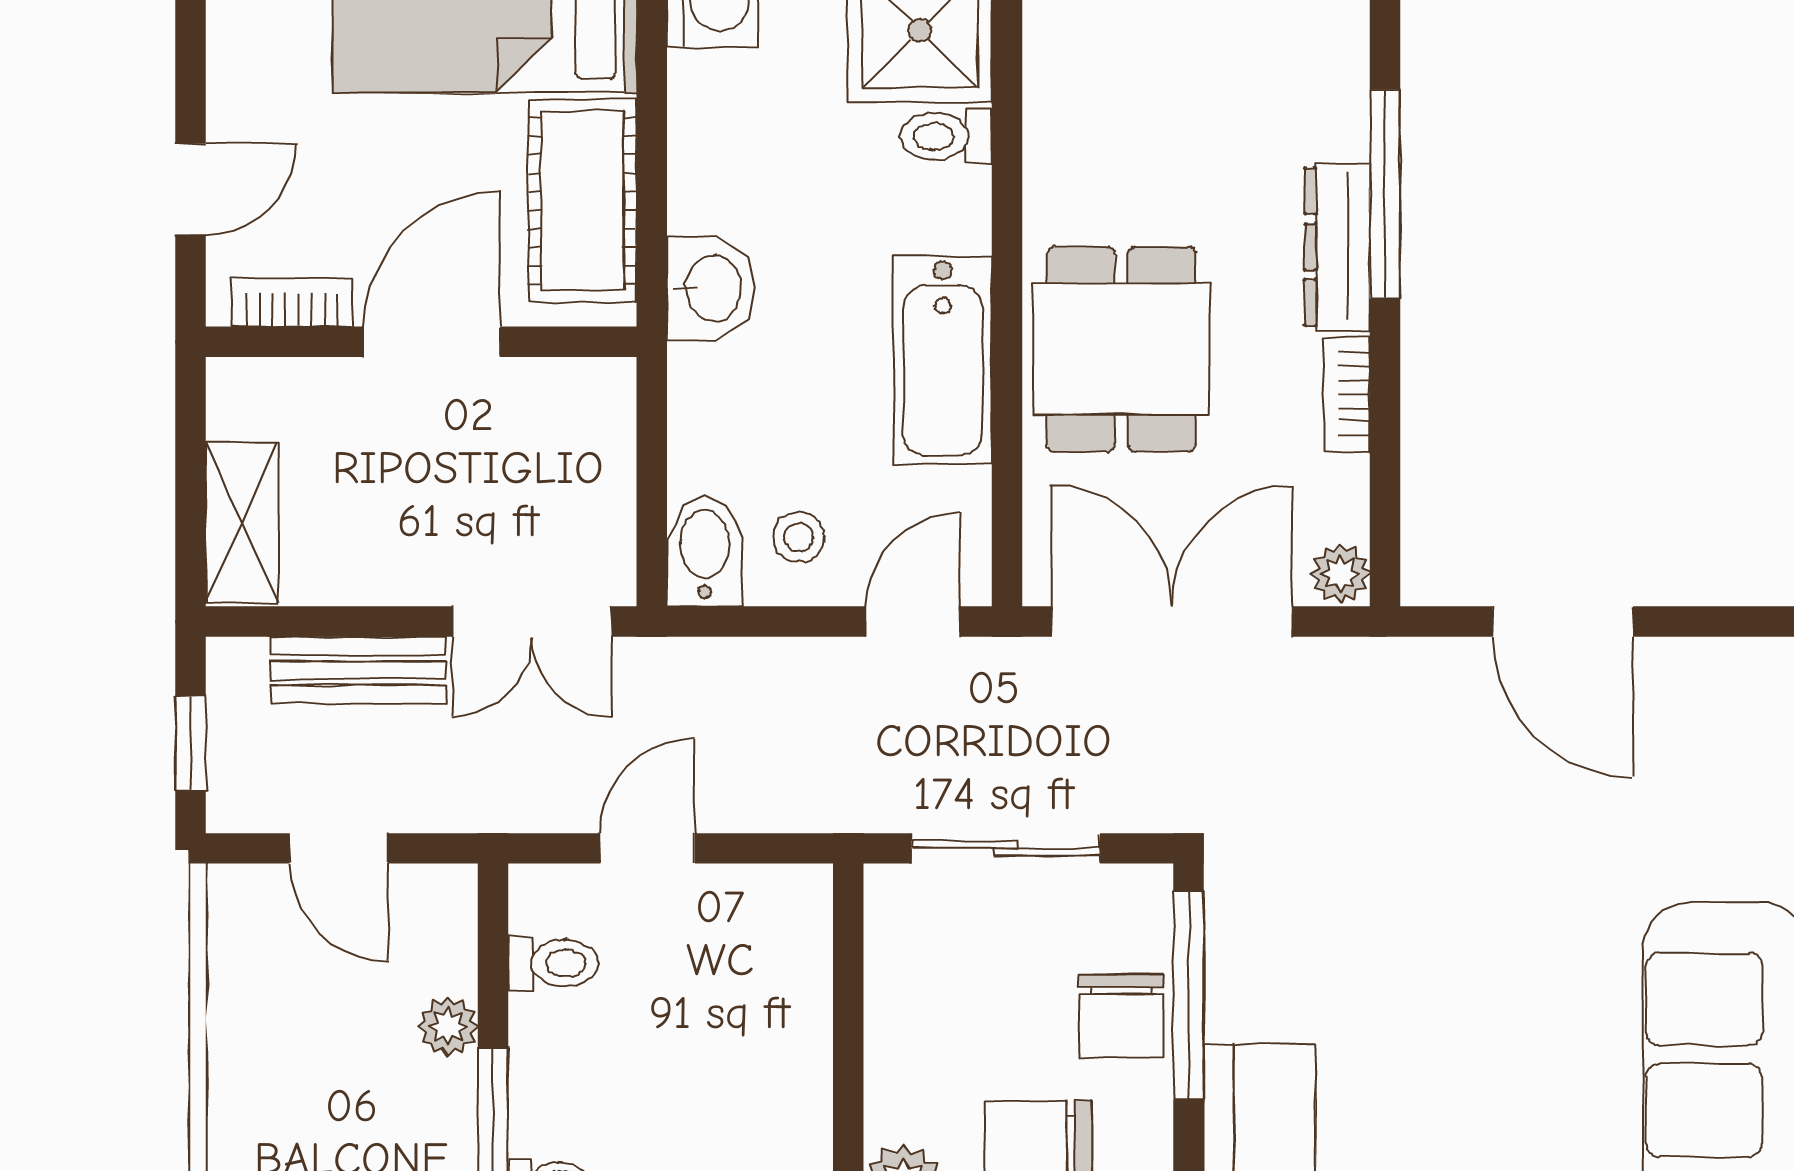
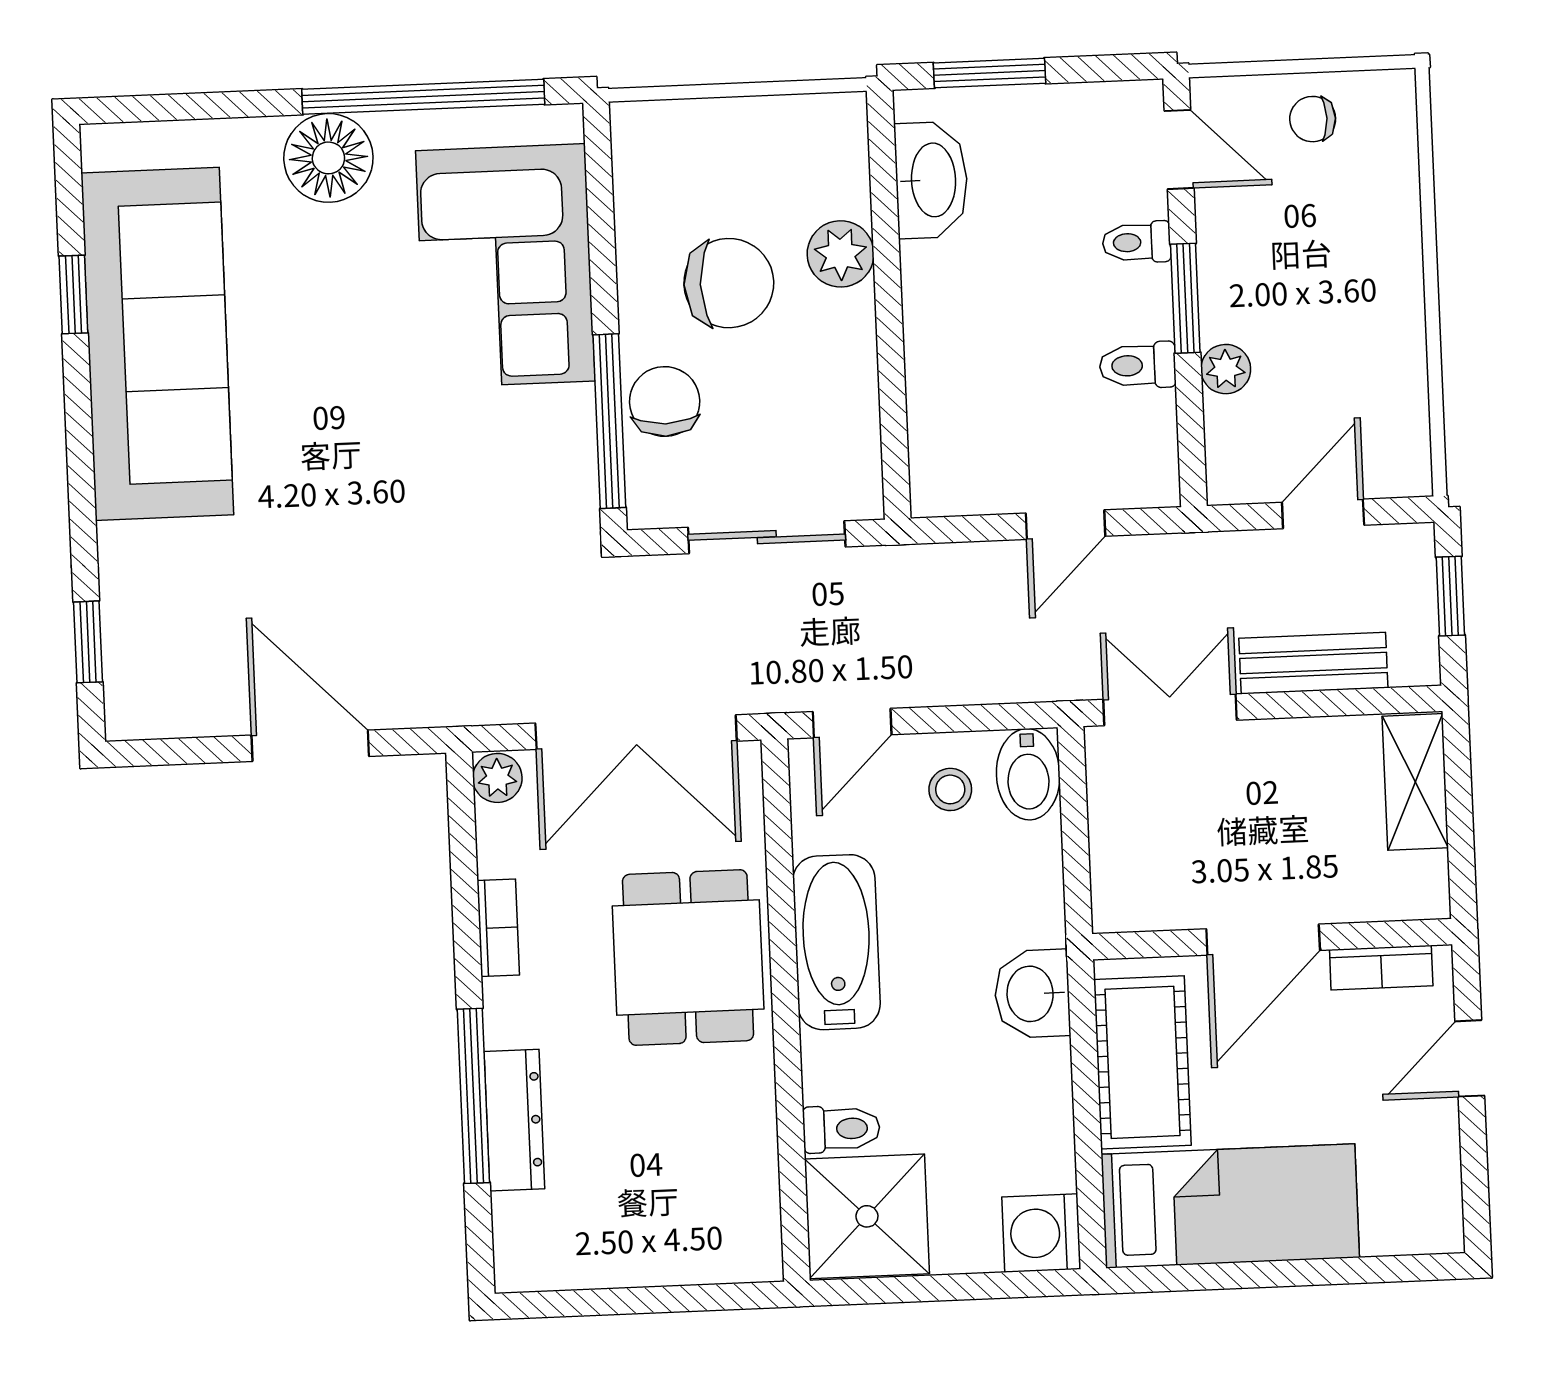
dresser: (1337, 247) -> (514, 1120), moved
door: (339, 848) -> (1323, 514), hinge flipped
toilet: (553, 963) -> (1138, 365), moved

